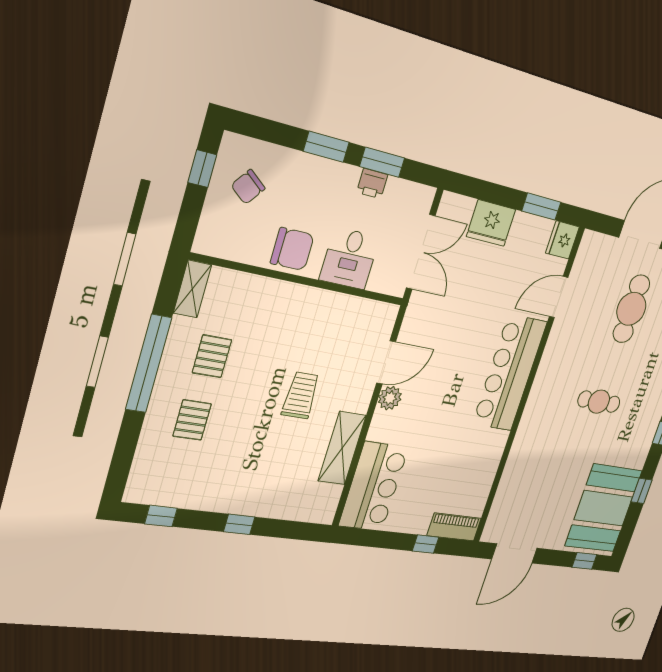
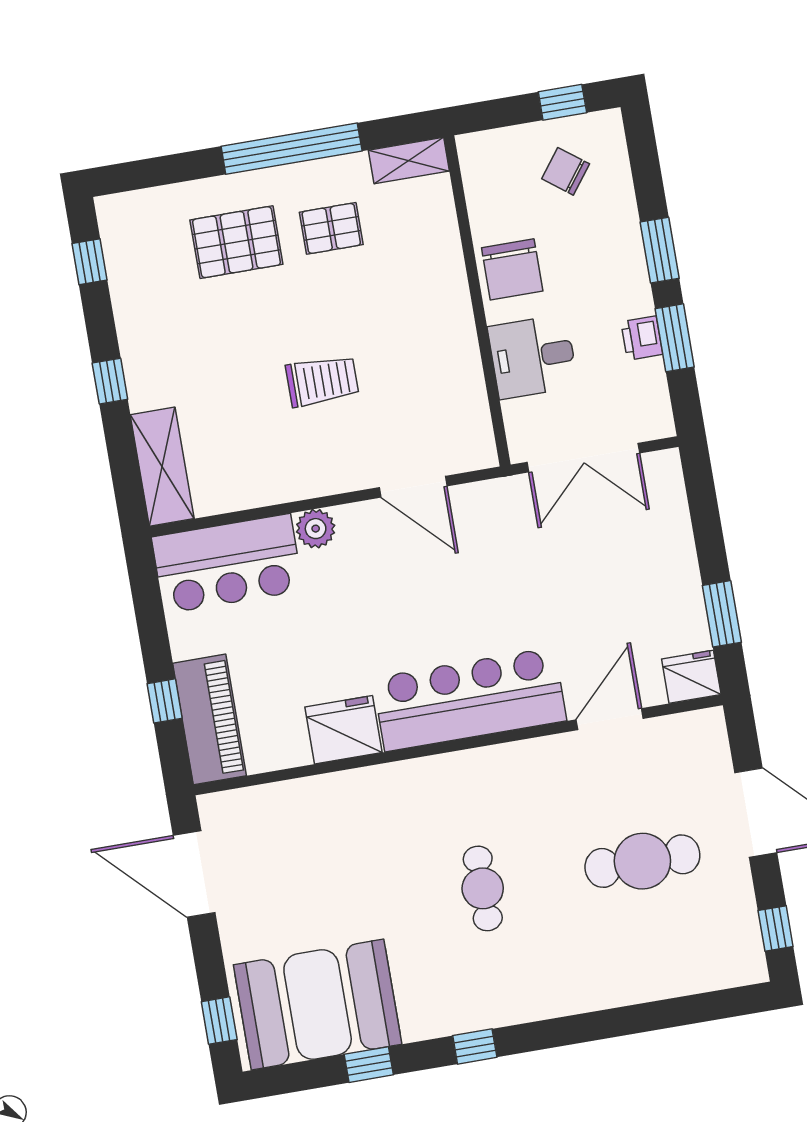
fridge: (491, 223) -> (343, 730), moved, turned 90
door: (559, 297) -> (610, 719), hinge flipped
plant: (390, 398) -> (316, 529), moved
pallet: (192, 420) -> (236, 242), width x1.50, depth x1.42
shelving: (342, 448) -> (162, 467), moved, turned 90
piano: (454, 527) -> (210, 719), width x1.37, depth x1.33

